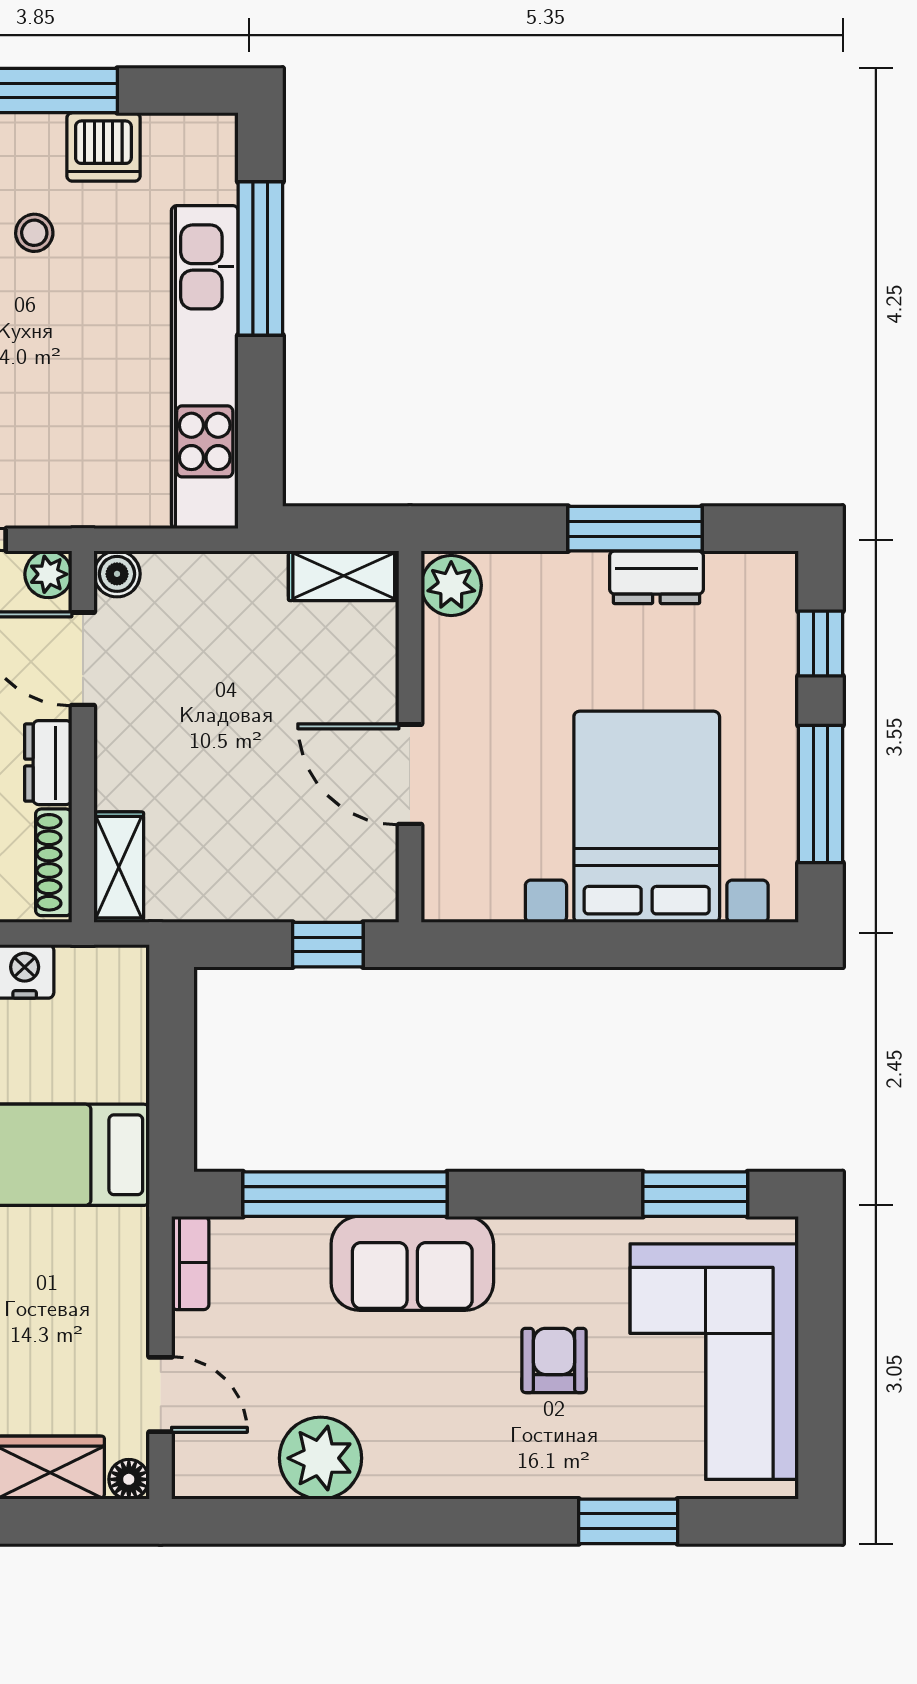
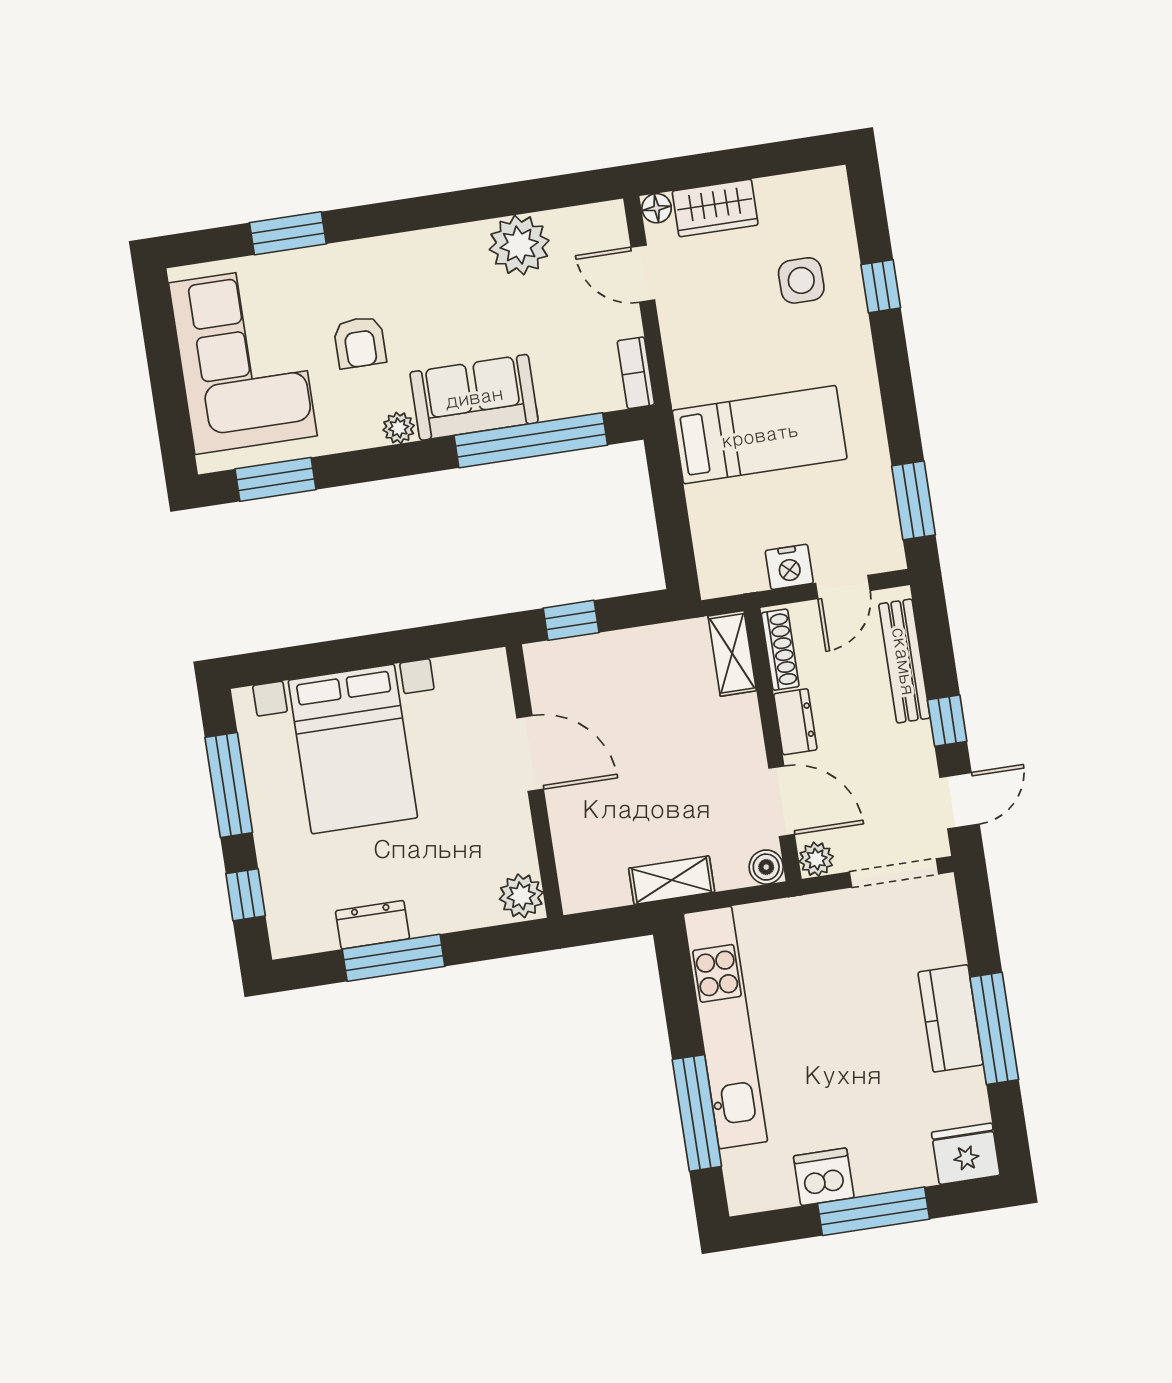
stool: (34, 233) -> (865, 1106), removed
shelving: (344, 576) -> (672, 880), moved
plant: (520, 1238) -> (399, 428), added

